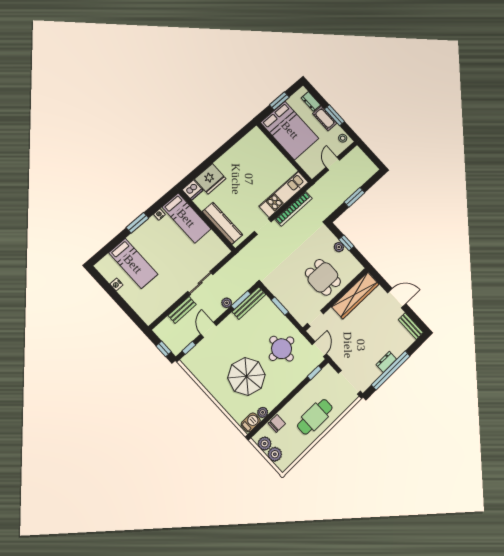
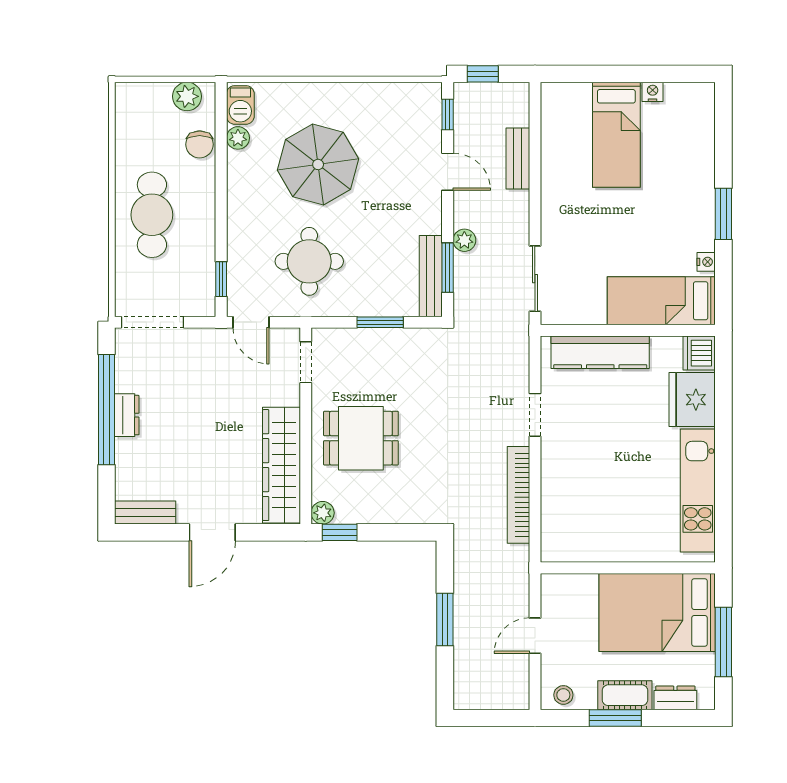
window: (279, 101) -> (723, 642), width x1.44
door: (333, 164) -> (535, 636), swing flipped
kitchen unit: (284, 194) -> (698, 491), moved, turned 180
window: (346, 243) -> (340, 532), moved
plant: (339, 247) -> (323, 513), moved
bed: (133, 264) -> (616, 135), moved, turned -90
sliding door: (200, 283) -> (535, 279), moved
plant: (275, 454) -> (155, 97), removed

